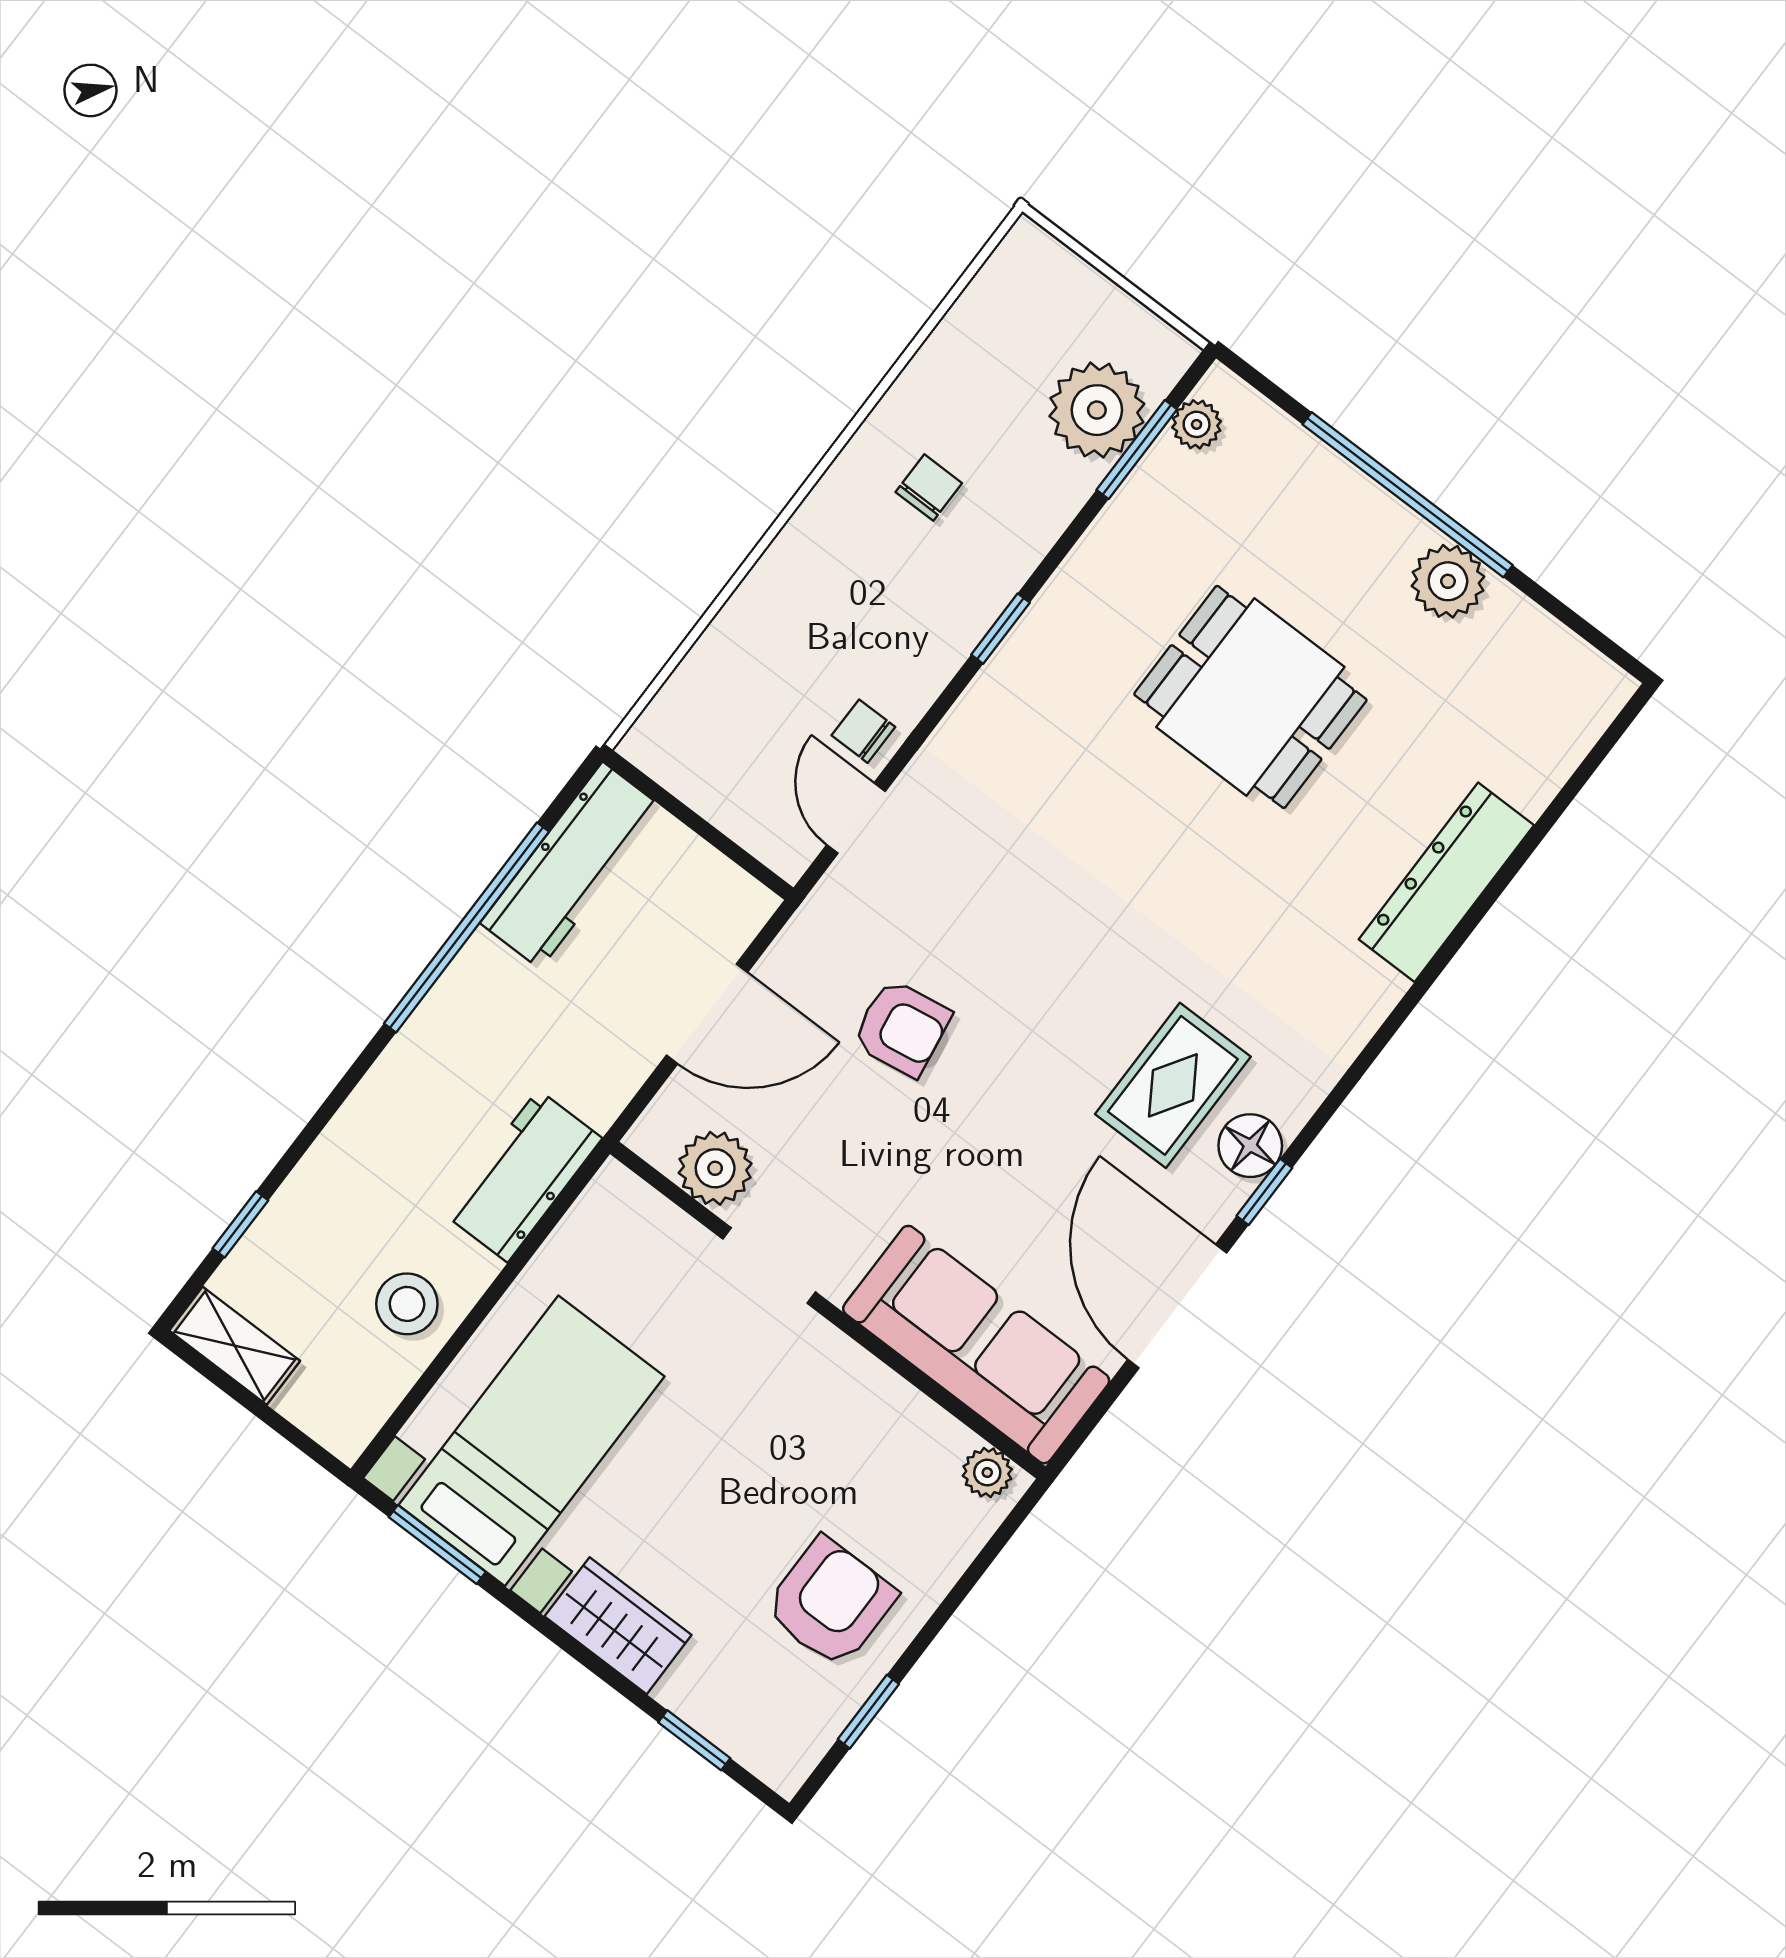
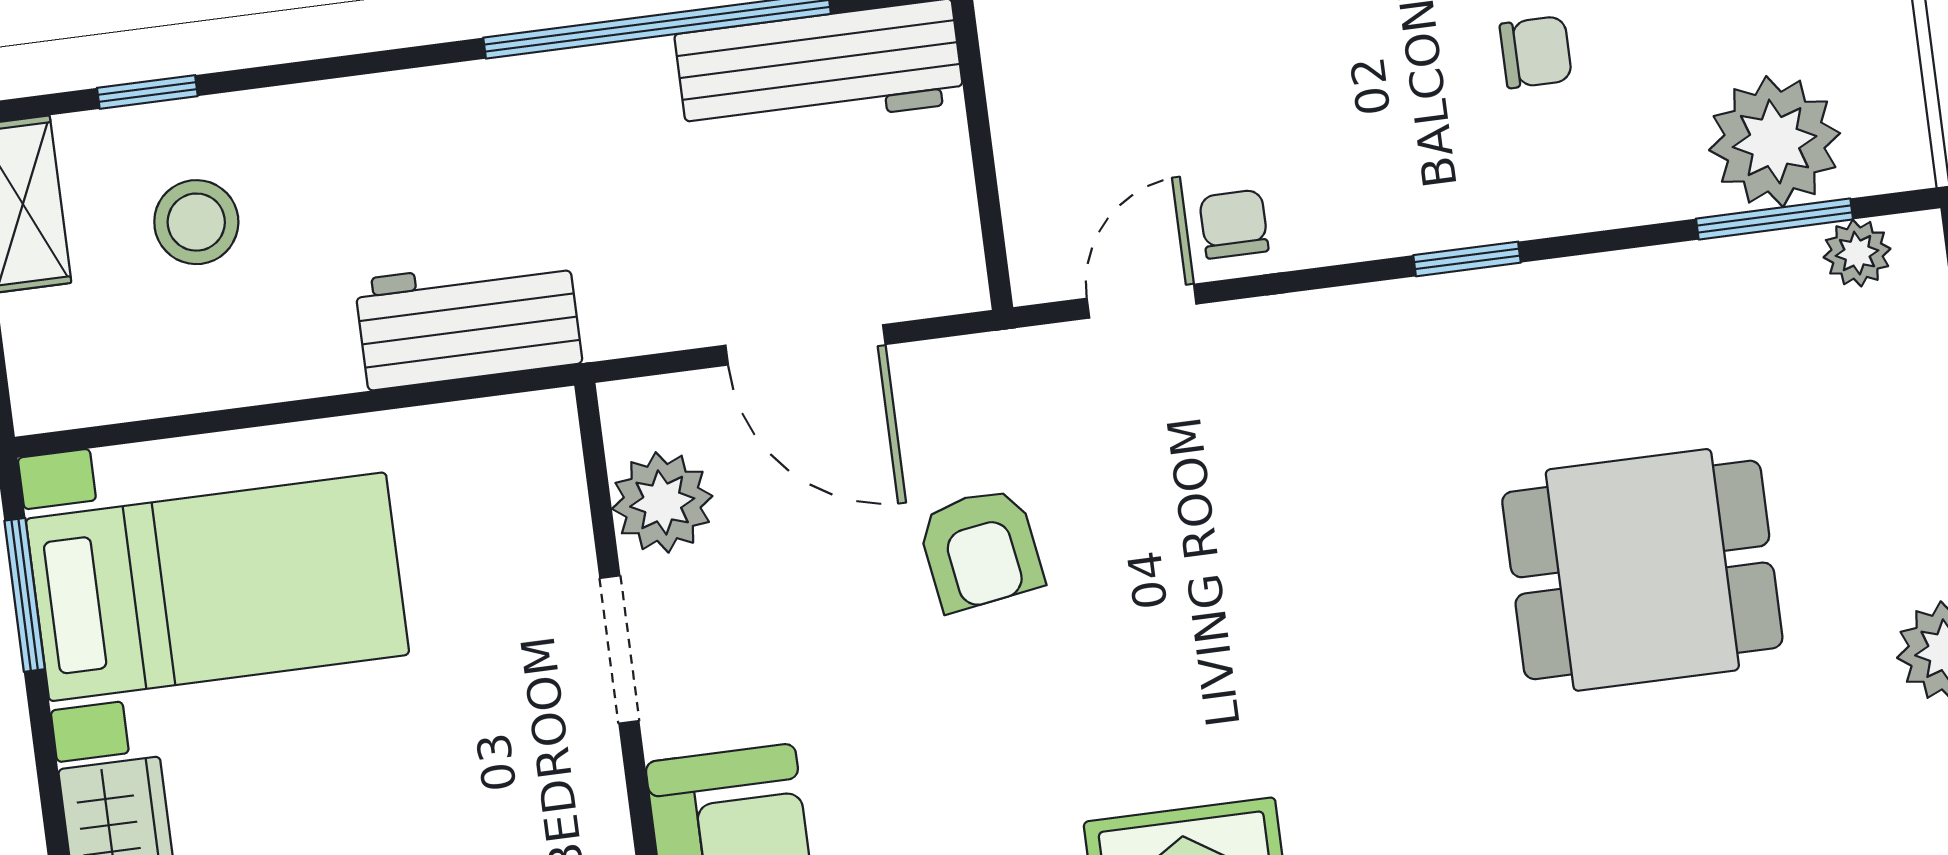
dining table: (1250, 697) -> (1642, 570), turned 90
stool: (407, 1304) -> (196, 222), moved

